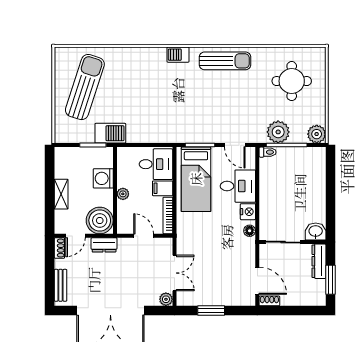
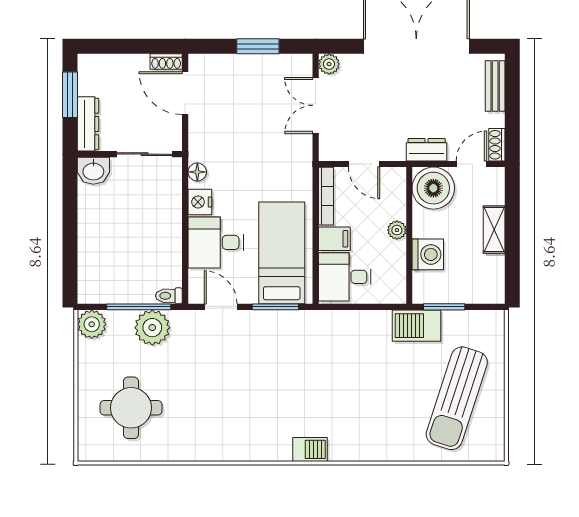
sun lounger: (225, 61) -> (236, 440), removed

